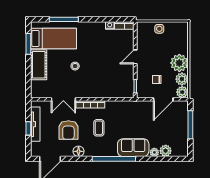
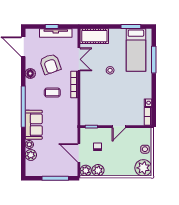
door: (135, 57) -> (119, 127), swing flipped
plant: (179, 63) -> (143, 168), moved
cot: (39, 65) -> (94, 36), moved
double door: (63, 99) -> (79, 59), swing flipped
armchair: (68, 130) -> (50, 64), turned -109

